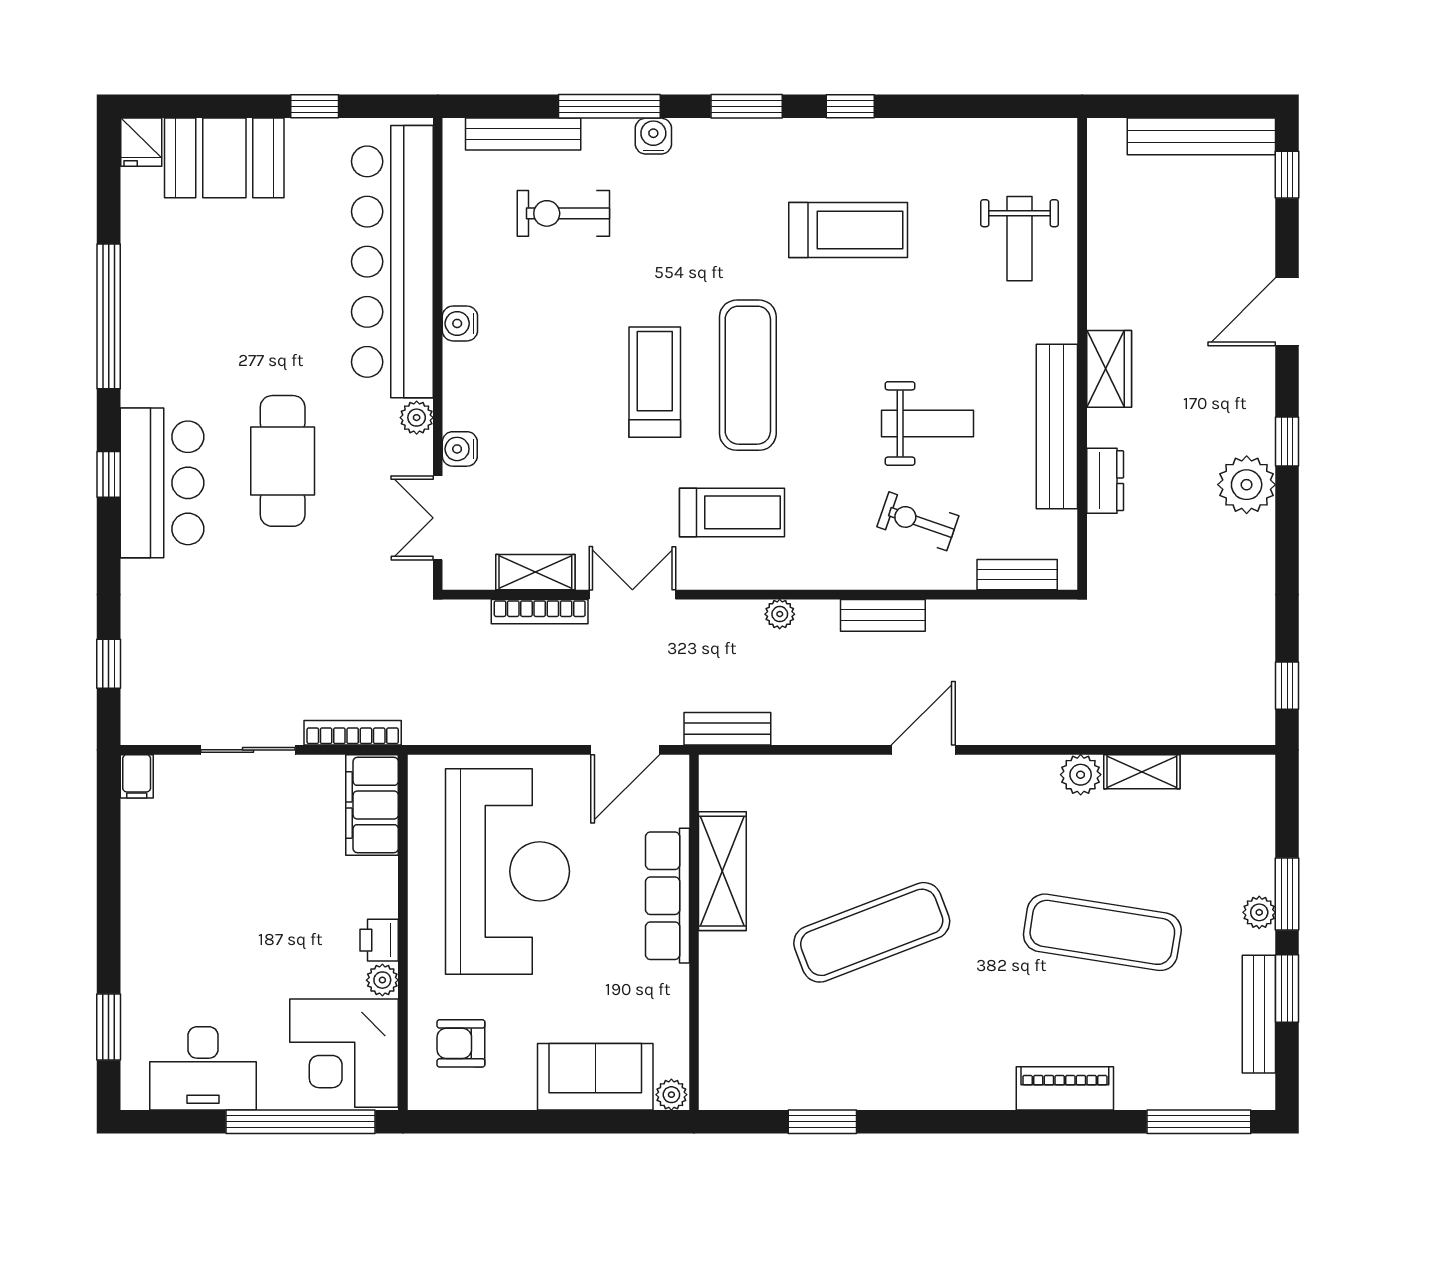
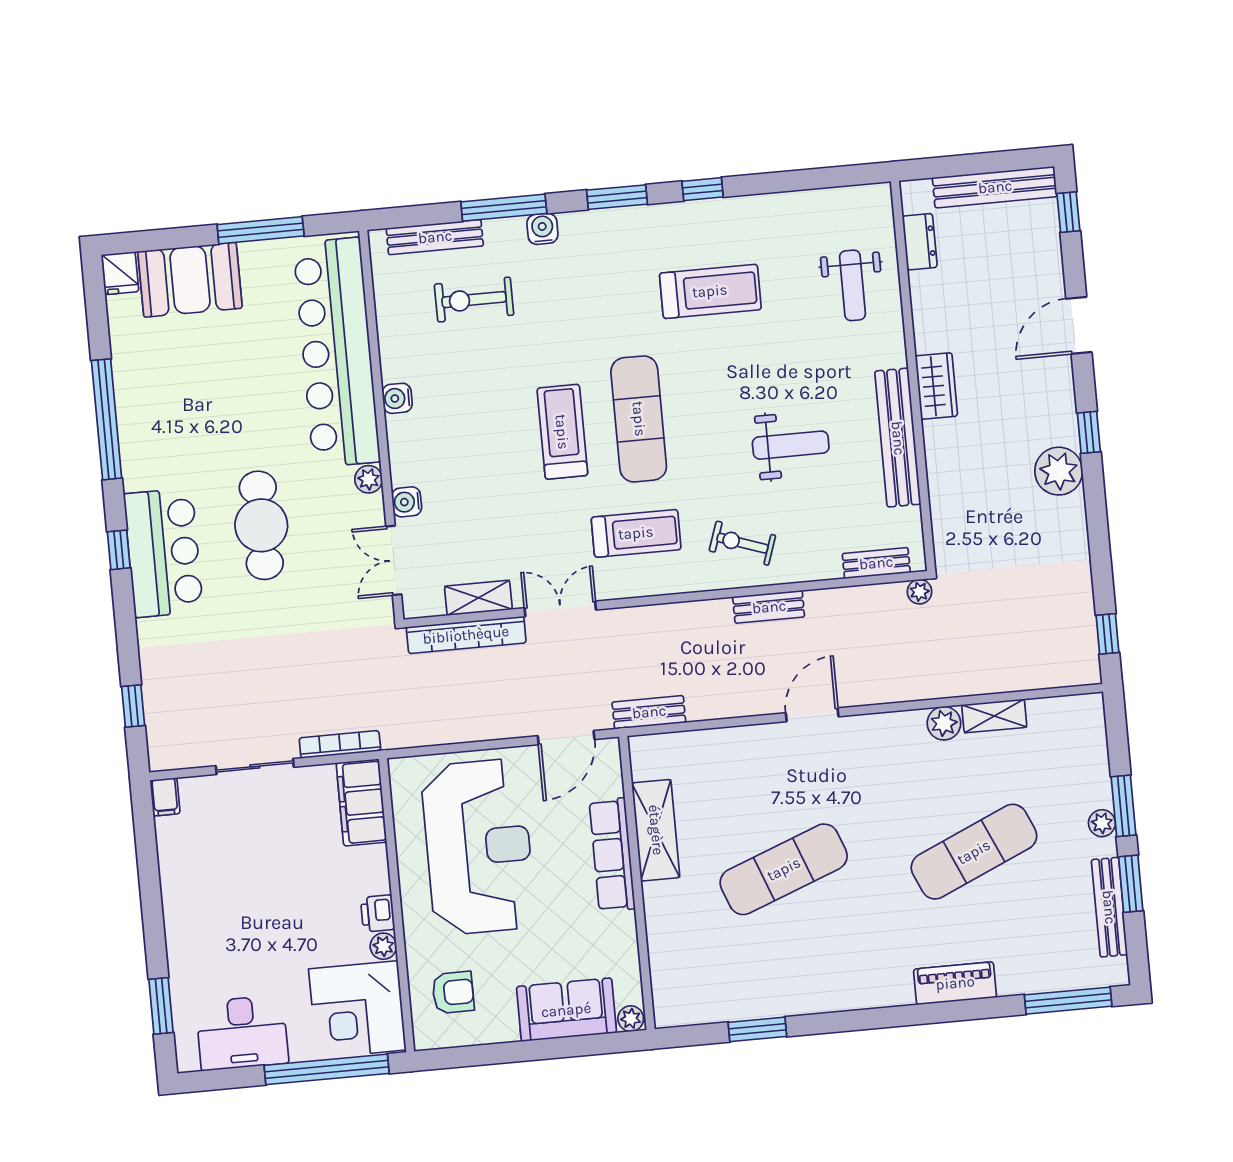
window: (315, 106) -> (261, 230), width x2.17
dresser: (1105, 481) -> (920, 242), moved
exercise bike: (918, 521) -> (742, 543), moved
bookcase: (540, 612) -> (466, 635), width x1.48, depth x1.31
plant: (780, 614) -> (920, 592), moved
exercise mat: (1102, 932) -> (974, 852), turned -33
armchair: (461, 1043) -> (453, 992), turned 180

